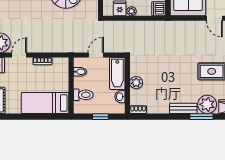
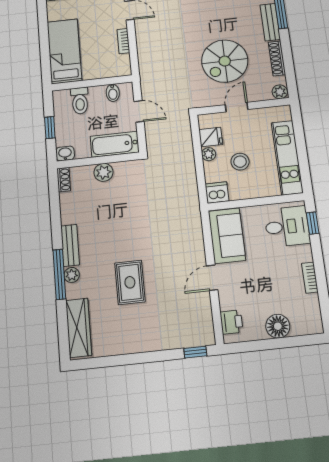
washbasin: (120, 97) -> (65, 153), moved
plant: (207, 104) -> (72, 275), width x0.53, depth x0.53
window: (202, 117) -> (59, 274), width x1.44

